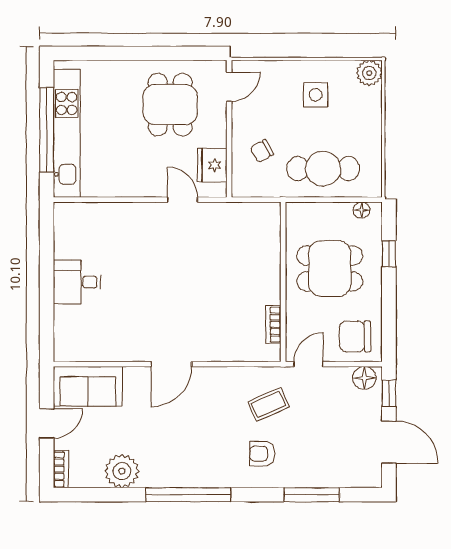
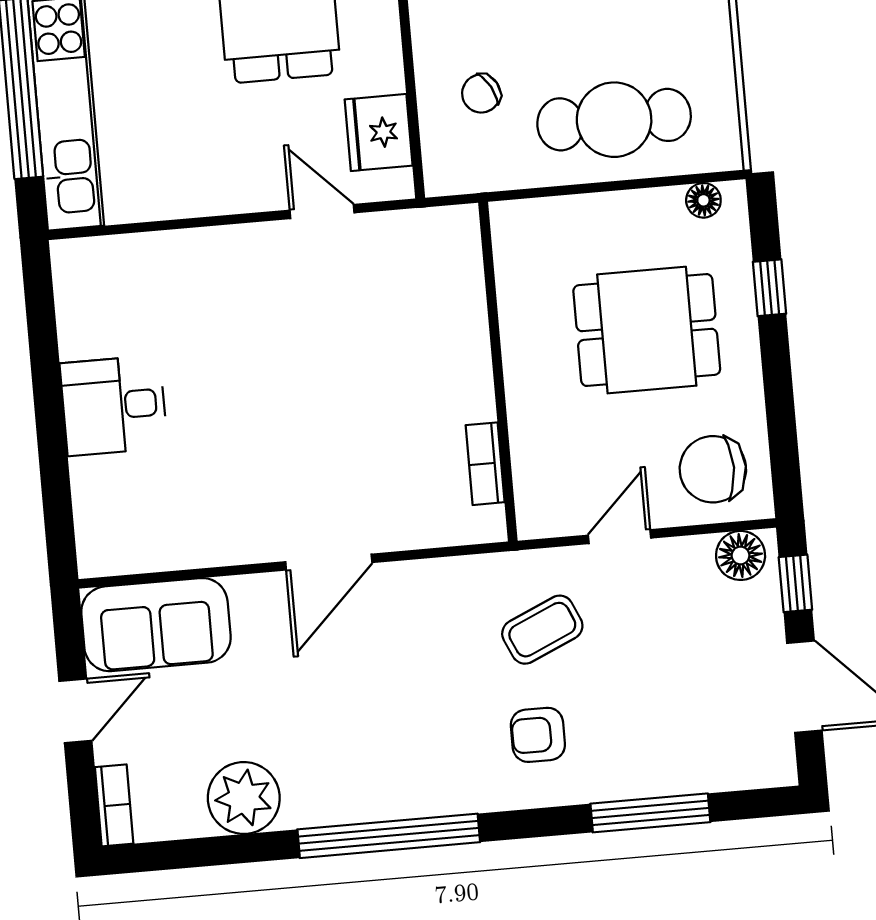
wall: (283, 282) -> (498, 372), moved
bookcase: (273, 324) -> (485, 464), moved

